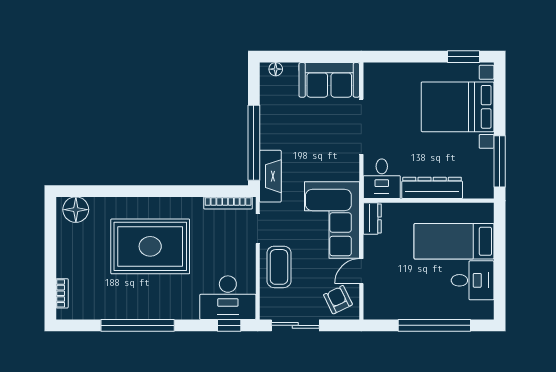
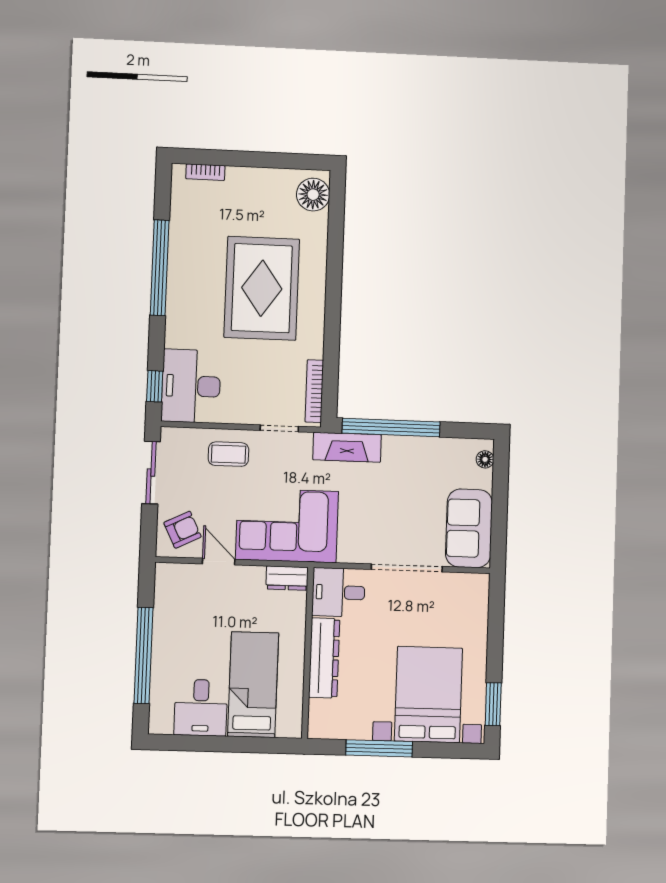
window: (500, 161) -> (379, 748), moved
coffee table: (279, 267) -> (228, 454), width x0.73, depth x0.77

